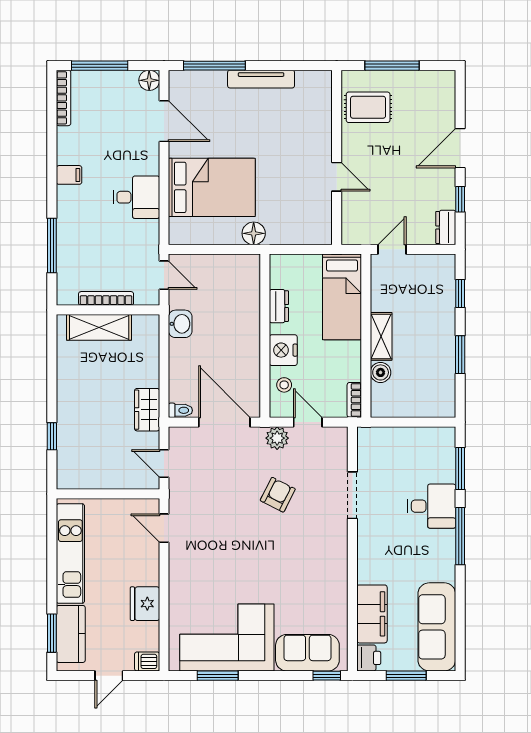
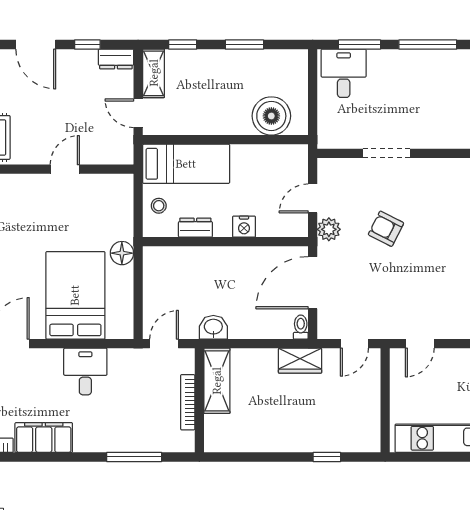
filing cabinet: (69, 175) -> (44, 438), width x3.00, depth x1.17
shelving: (99, 327) -> (217, 381), moved
shelving: (381, 336) -> (154, 73), moved, turned 90
nightstand: (283, 350) -> (244, 227), width x0.74, depth x0.75
boiler: (381, 372) -> (271, 116), width x1.86, depth x1.86
stool: (284, 385) -> (159, 206), moved
bookcase: (354, 400) -> (290, 151), removed
desk: (432, 506) -> (344, 73), moved

